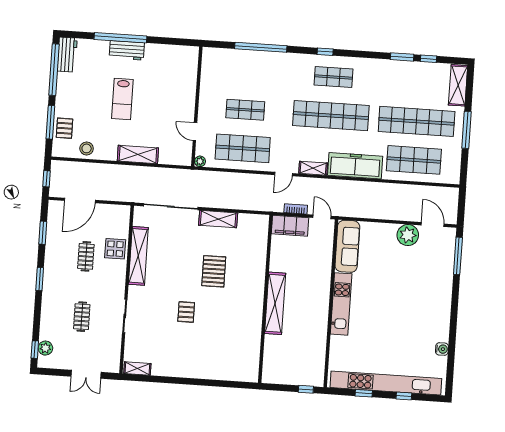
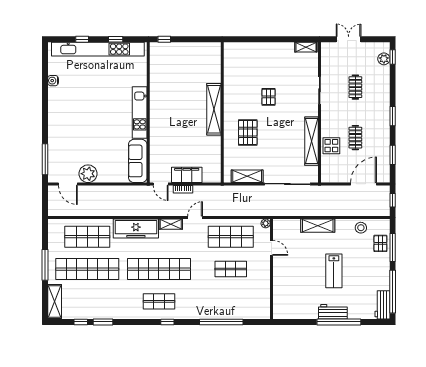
lab bench: (122, 99) -> (334, 271), turned 180
wall: (265, 299) -> (222, 112), moved
shelving: (275, 303) -> (214, 109), moved

